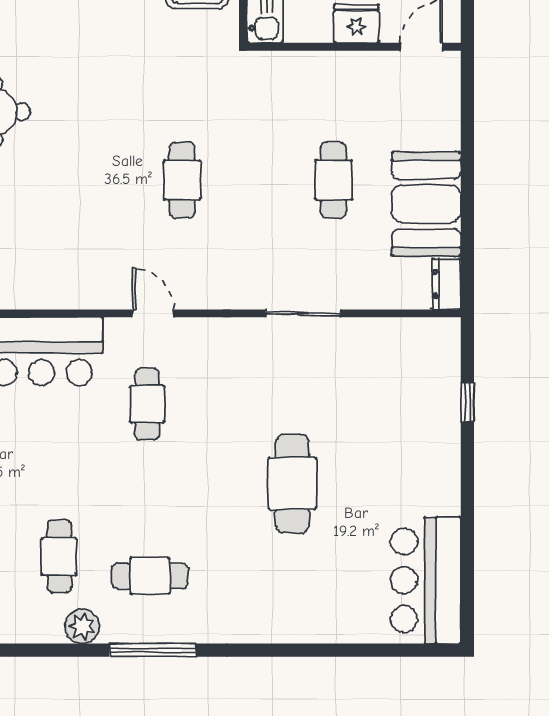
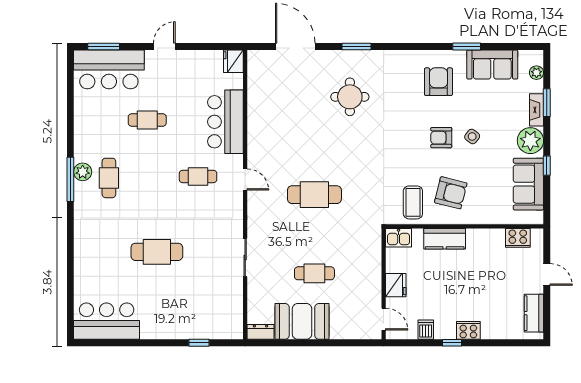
cafe table: (182, 180) -> (314, 195), width x1.37, depth x1.35
door: (153, 313) -> (245, 180), hinge flipped
cafe table: (59, 556) -> (147, 120), moved
plant: (82, 626) -> (83, 172), moved

